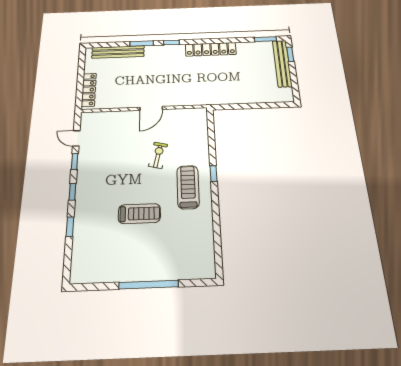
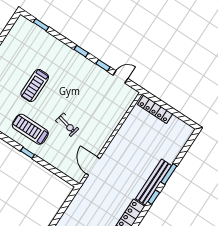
bench: (118, 52) -> (154, 182), moved
door: (151, 108) -> (93, 166), moved
treadmill: (188, 187) -> (30, 129), turned 180
window: (70, 227) -> (41, 25), moved

